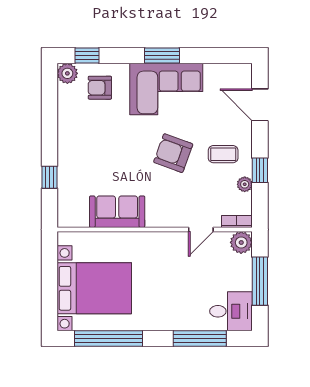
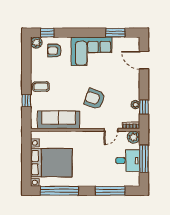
window: (162, 56) -> (115, 33), moved
armchair: (173, 153) -> (95, 99), moved
coffee table: (223, 154) -> (41, 87), moved
window: (260, 170) -> (144, 107), moved
sofa: (117, 212) -> (59, 120), width x1.36
desk: (231, 311) -> (128, 161), moved

